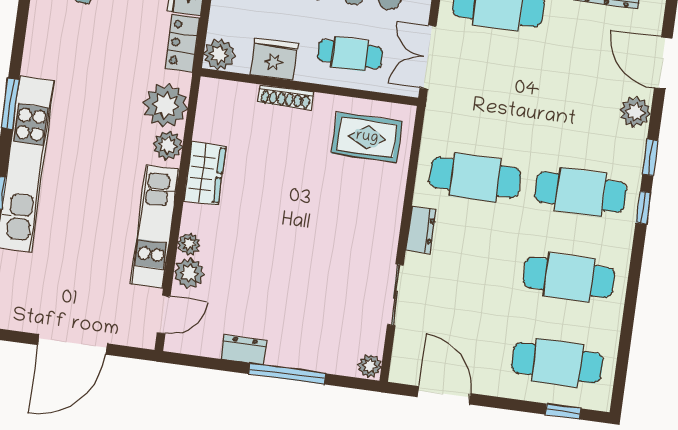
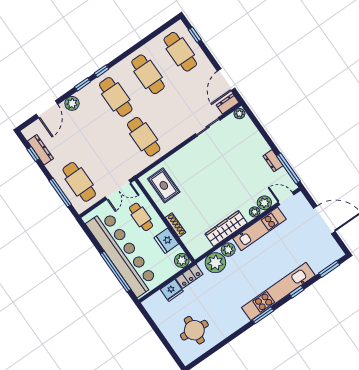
wardrobe: (205, 173) -> (226, 229), width x1.50
dresser: (421, 230) -> (228, 104), moved
window: (287, 374) -> (288, 169), moved

